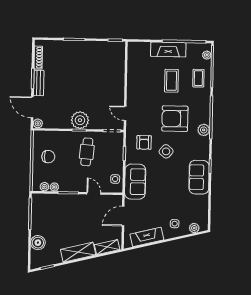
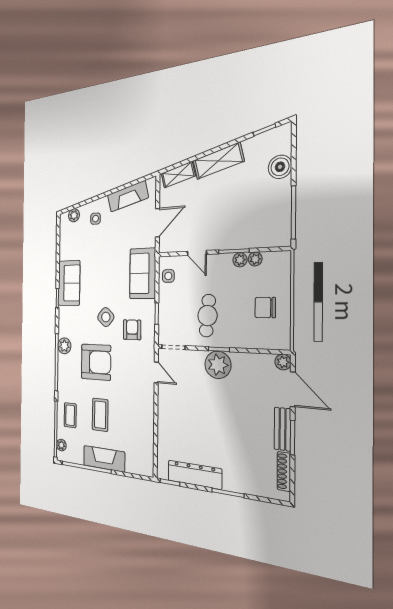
dresser: (97, 48) -> (195, 475), added
plant: (44, 187) -> (240, 260), moved

